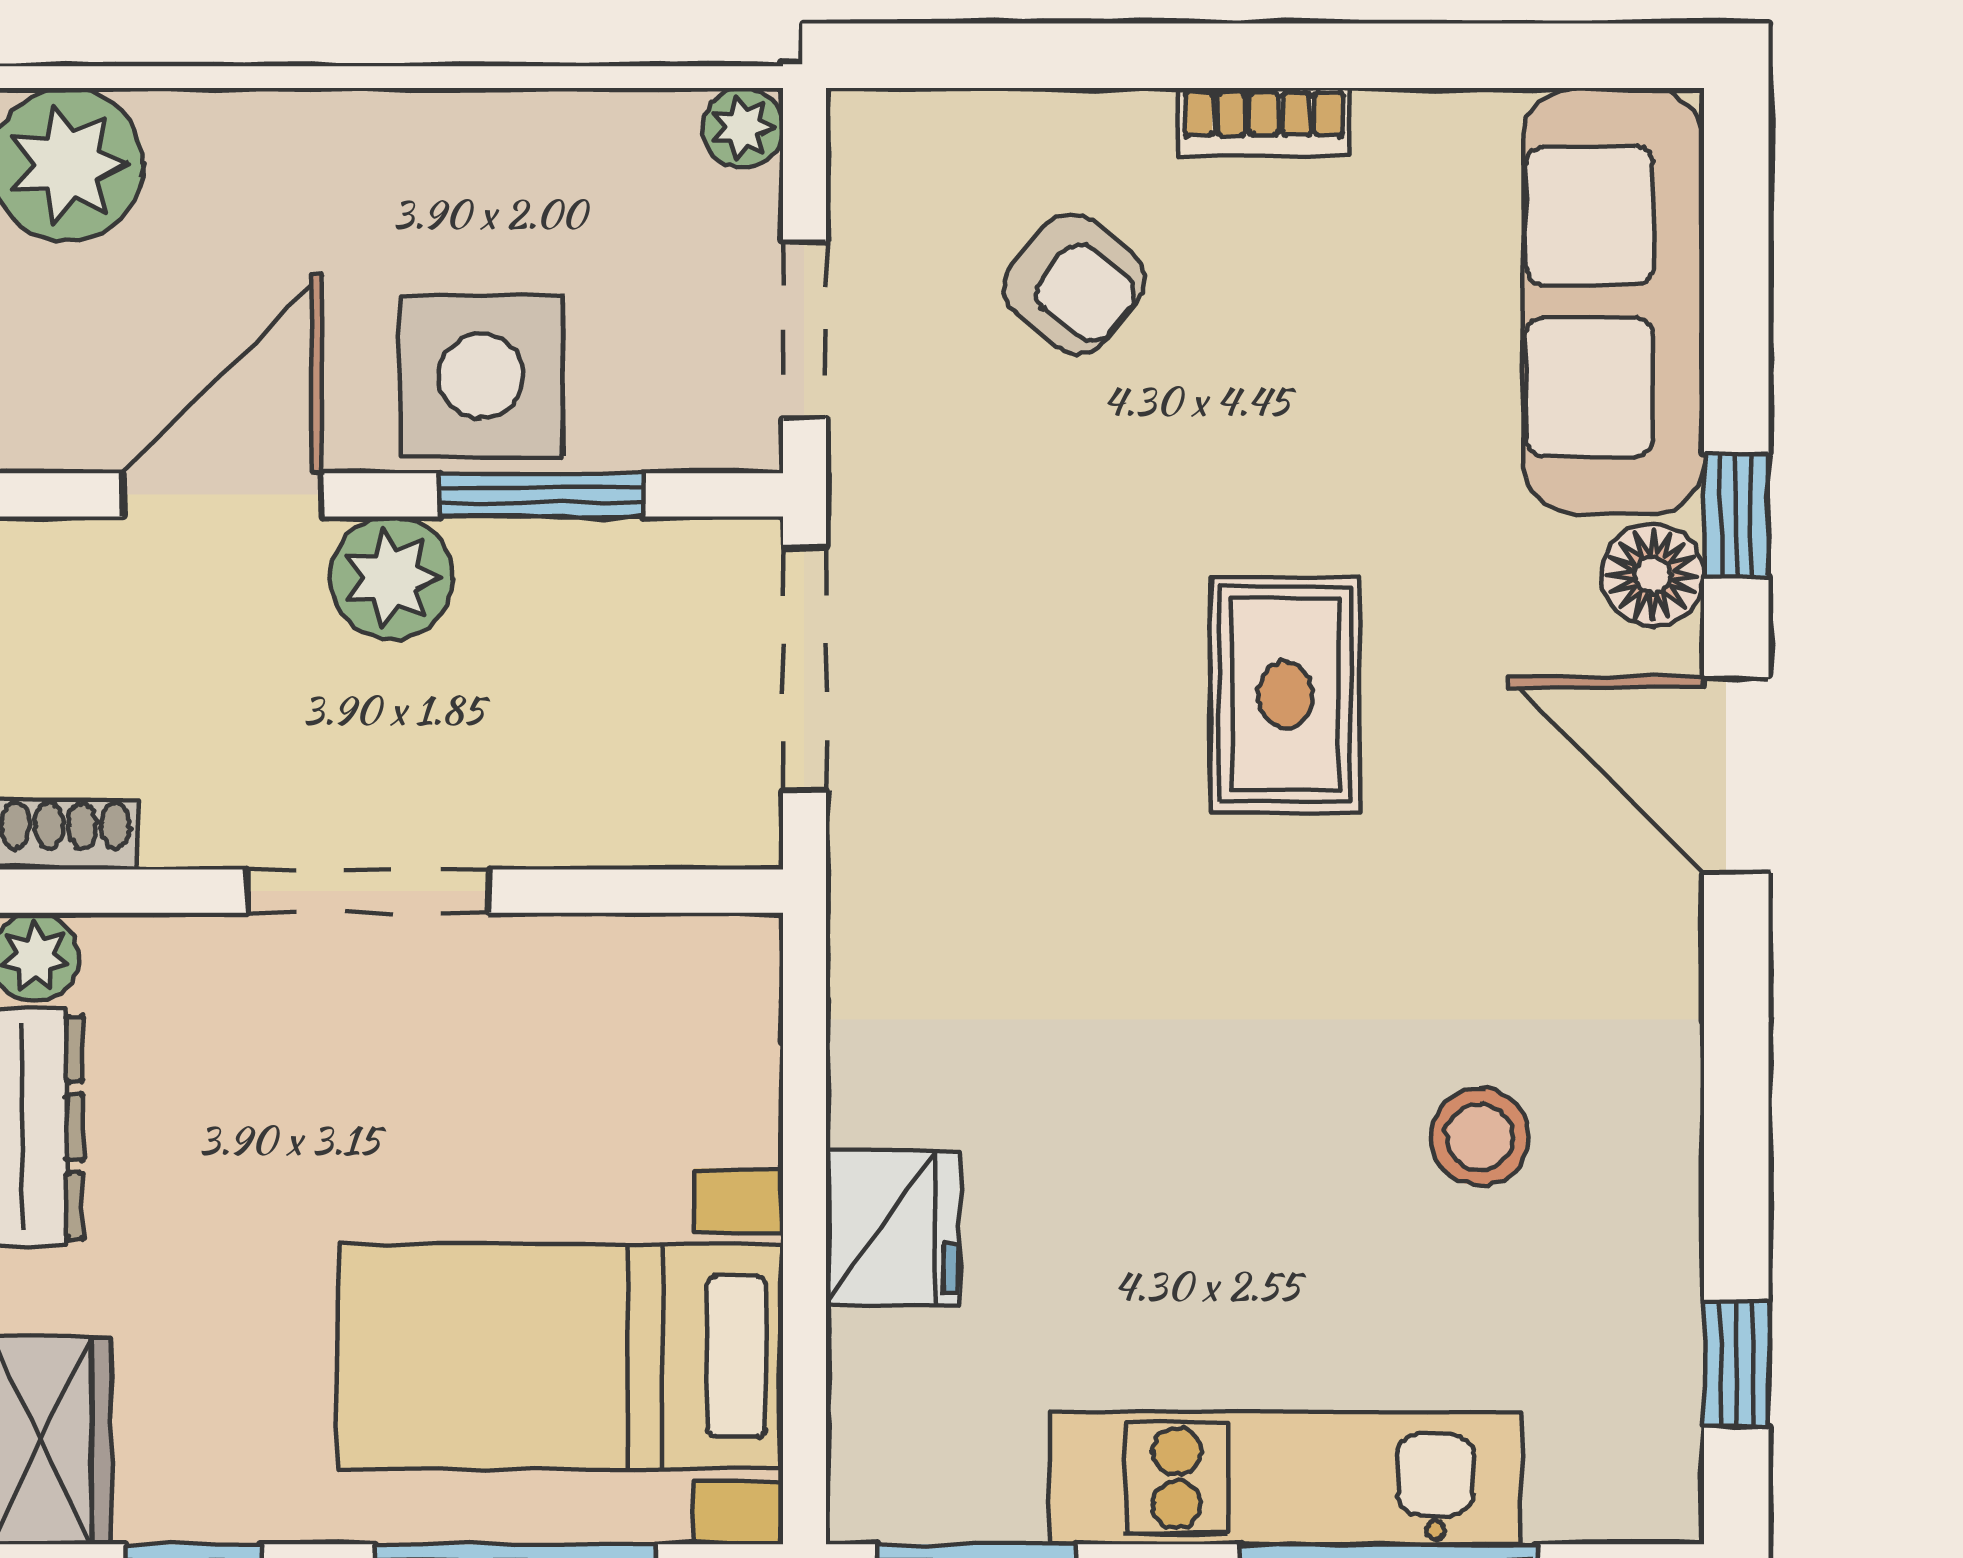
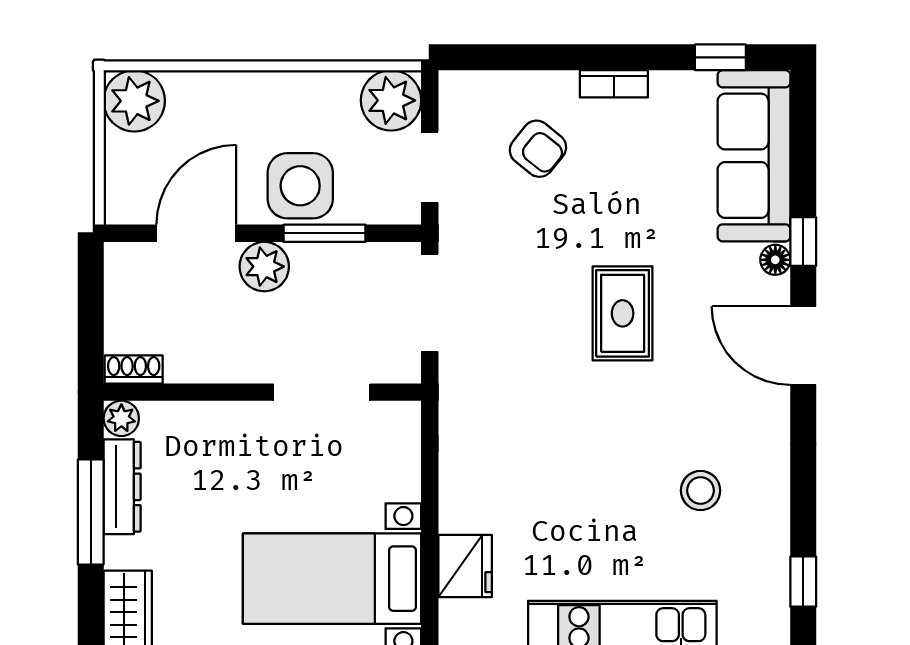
window: (1530, 56) -> (720, 57), added
plant: (743, 128) -> (391, 100), width x1.88, depth x1.88
floor lamp: (1653, 575) -> (775, 260), width x0.73, depth x0.73
doorway: (368, 891) -> (322, 392), moved
fridge: (893, 1228) -> (465, 566), moved

